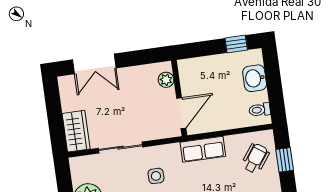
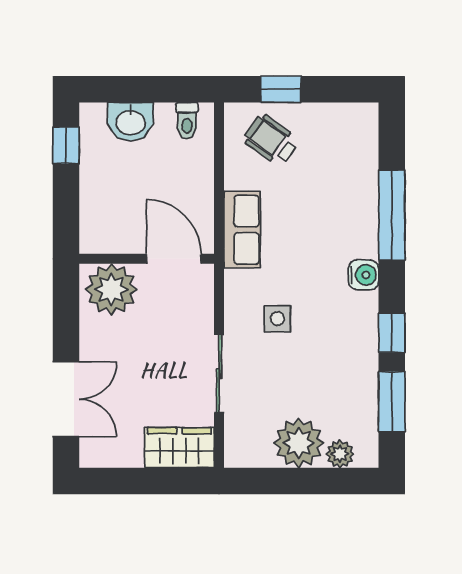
plant: (166, 80) -> (111, 289), width x1.87, depth x1.87

